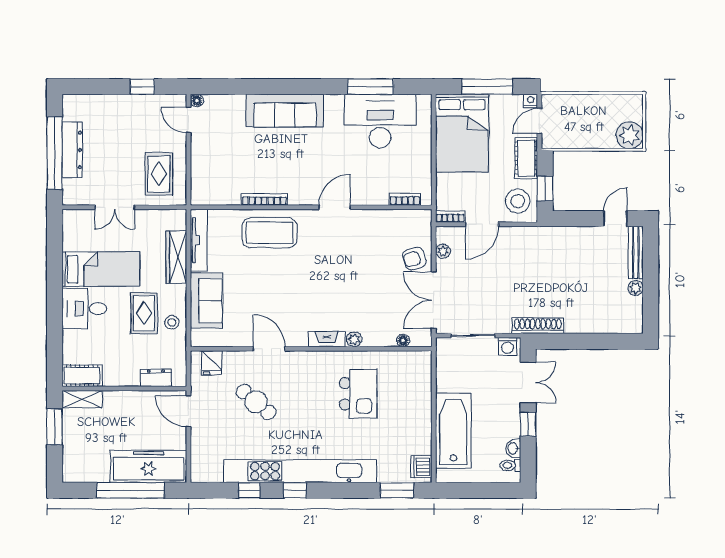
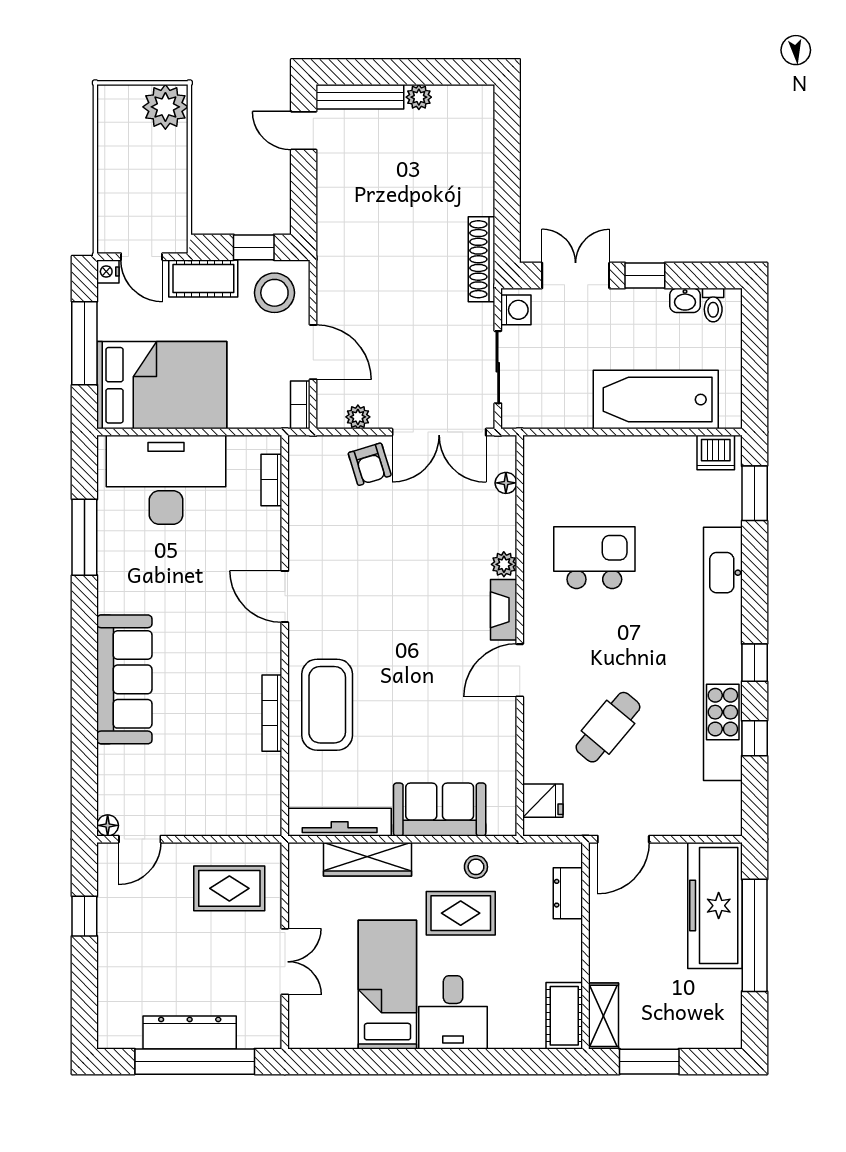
desk: (380, 121) -> (166, 480), moved, turned 90
door: (269, 349) -> (520, 670), moved

